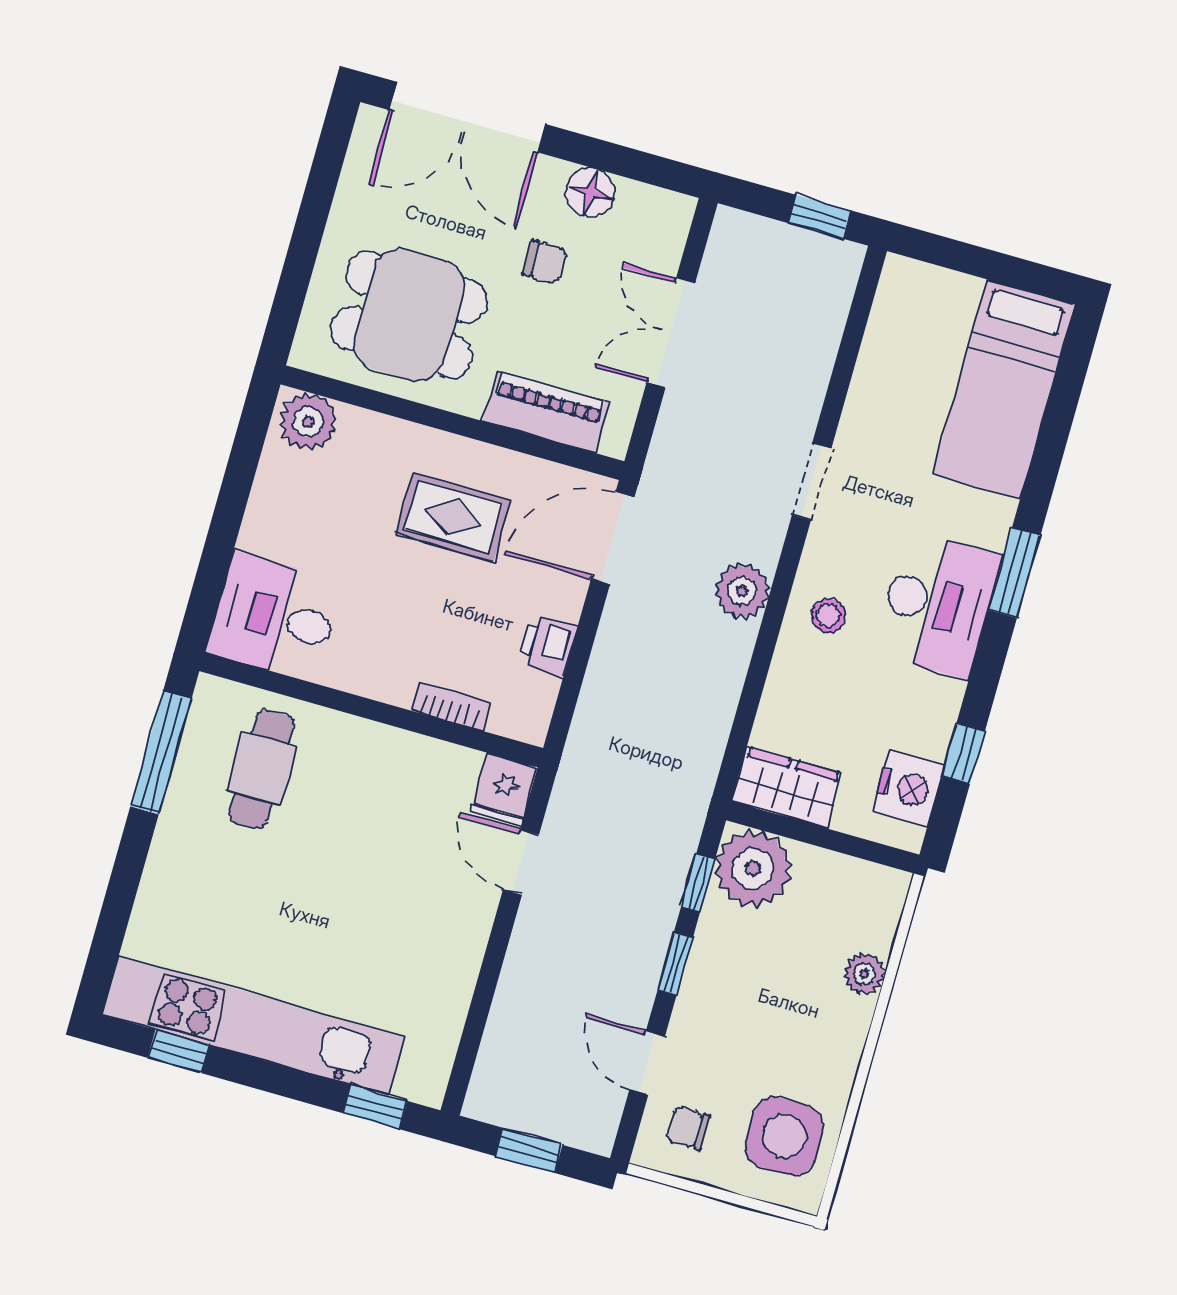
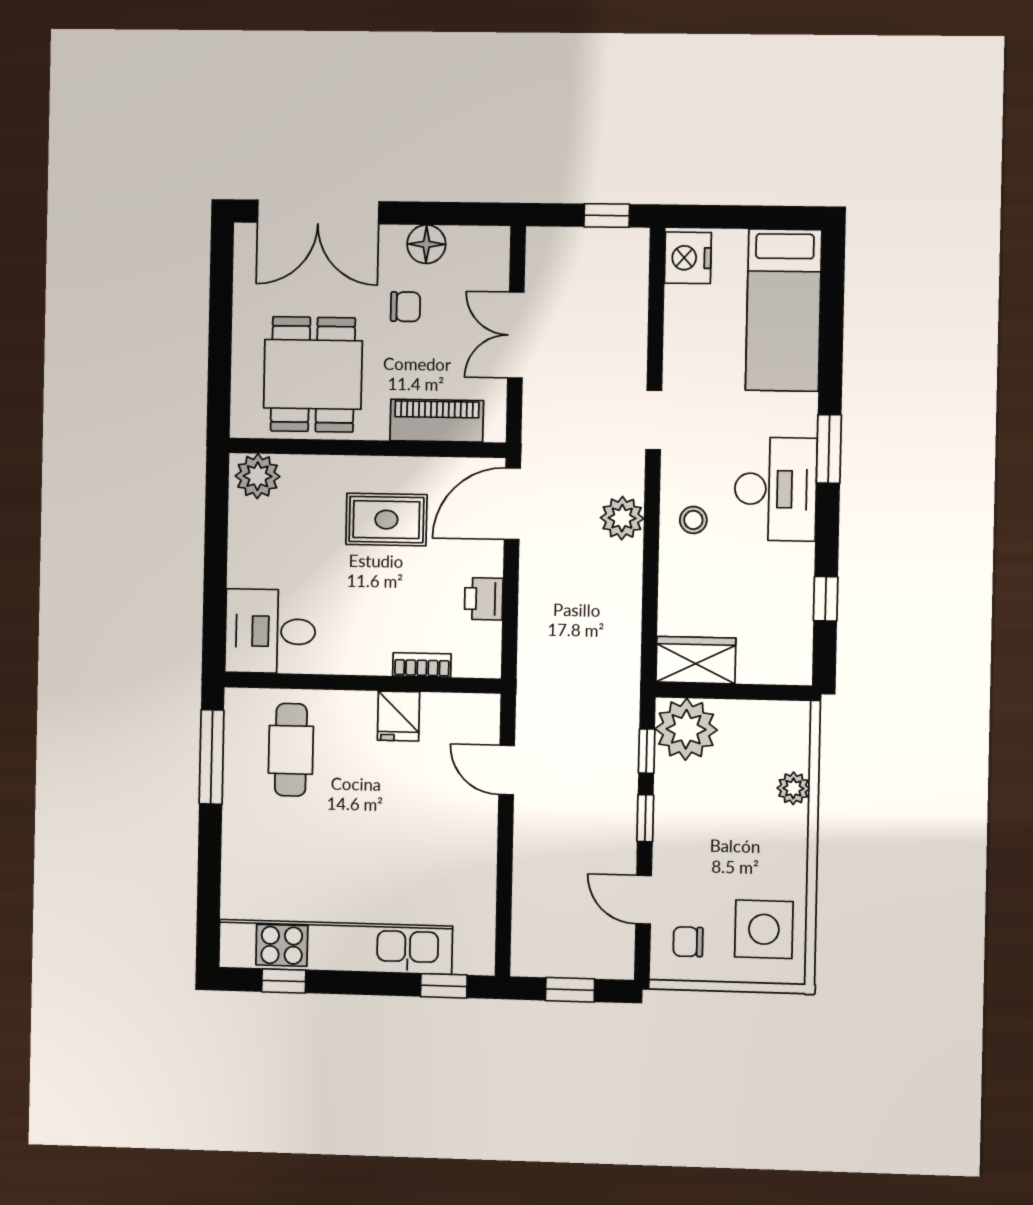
dining table: (409, 315) -> (313, 374), turned 90
nightstand: (908, 789) -> (688, 258), moved, turned 180
fridge: (504, 790) -> (398, 716), moved

